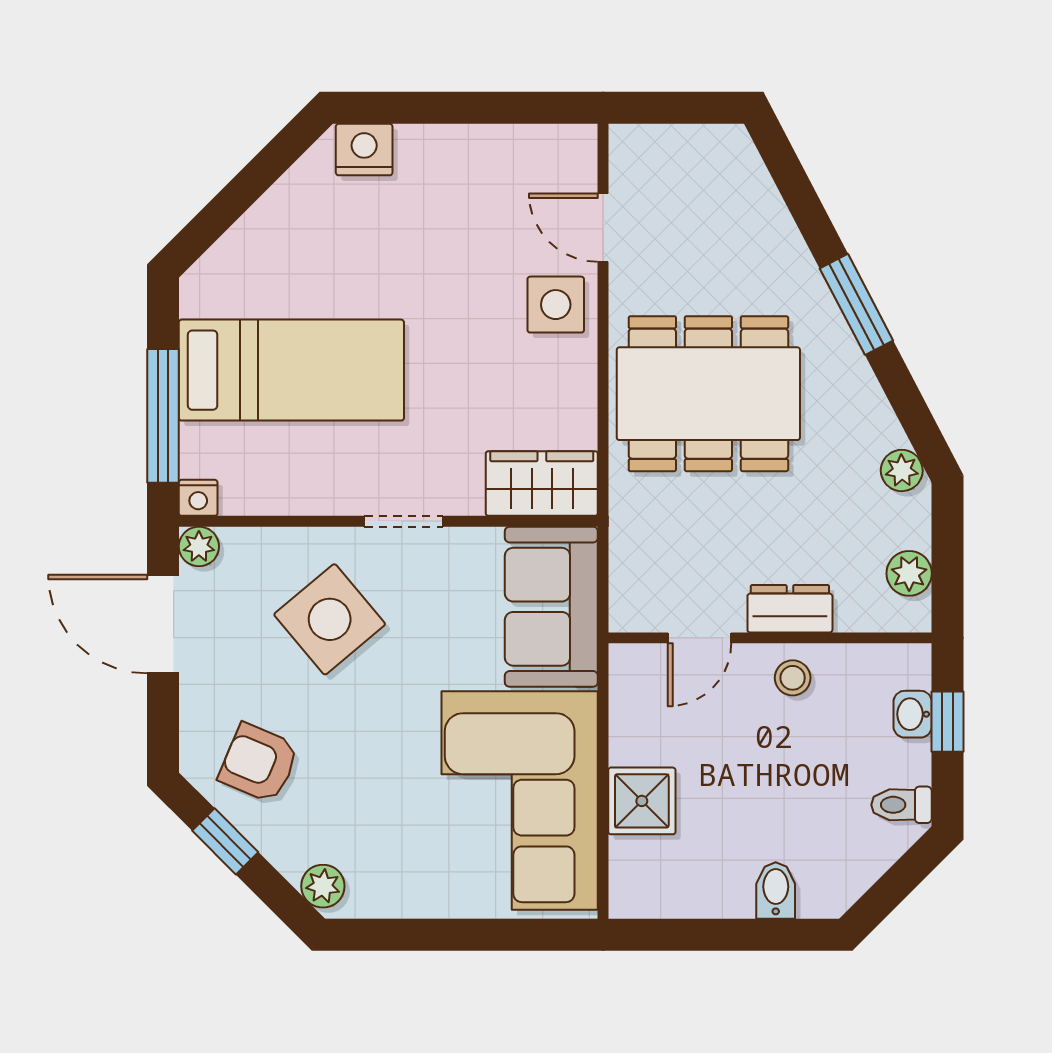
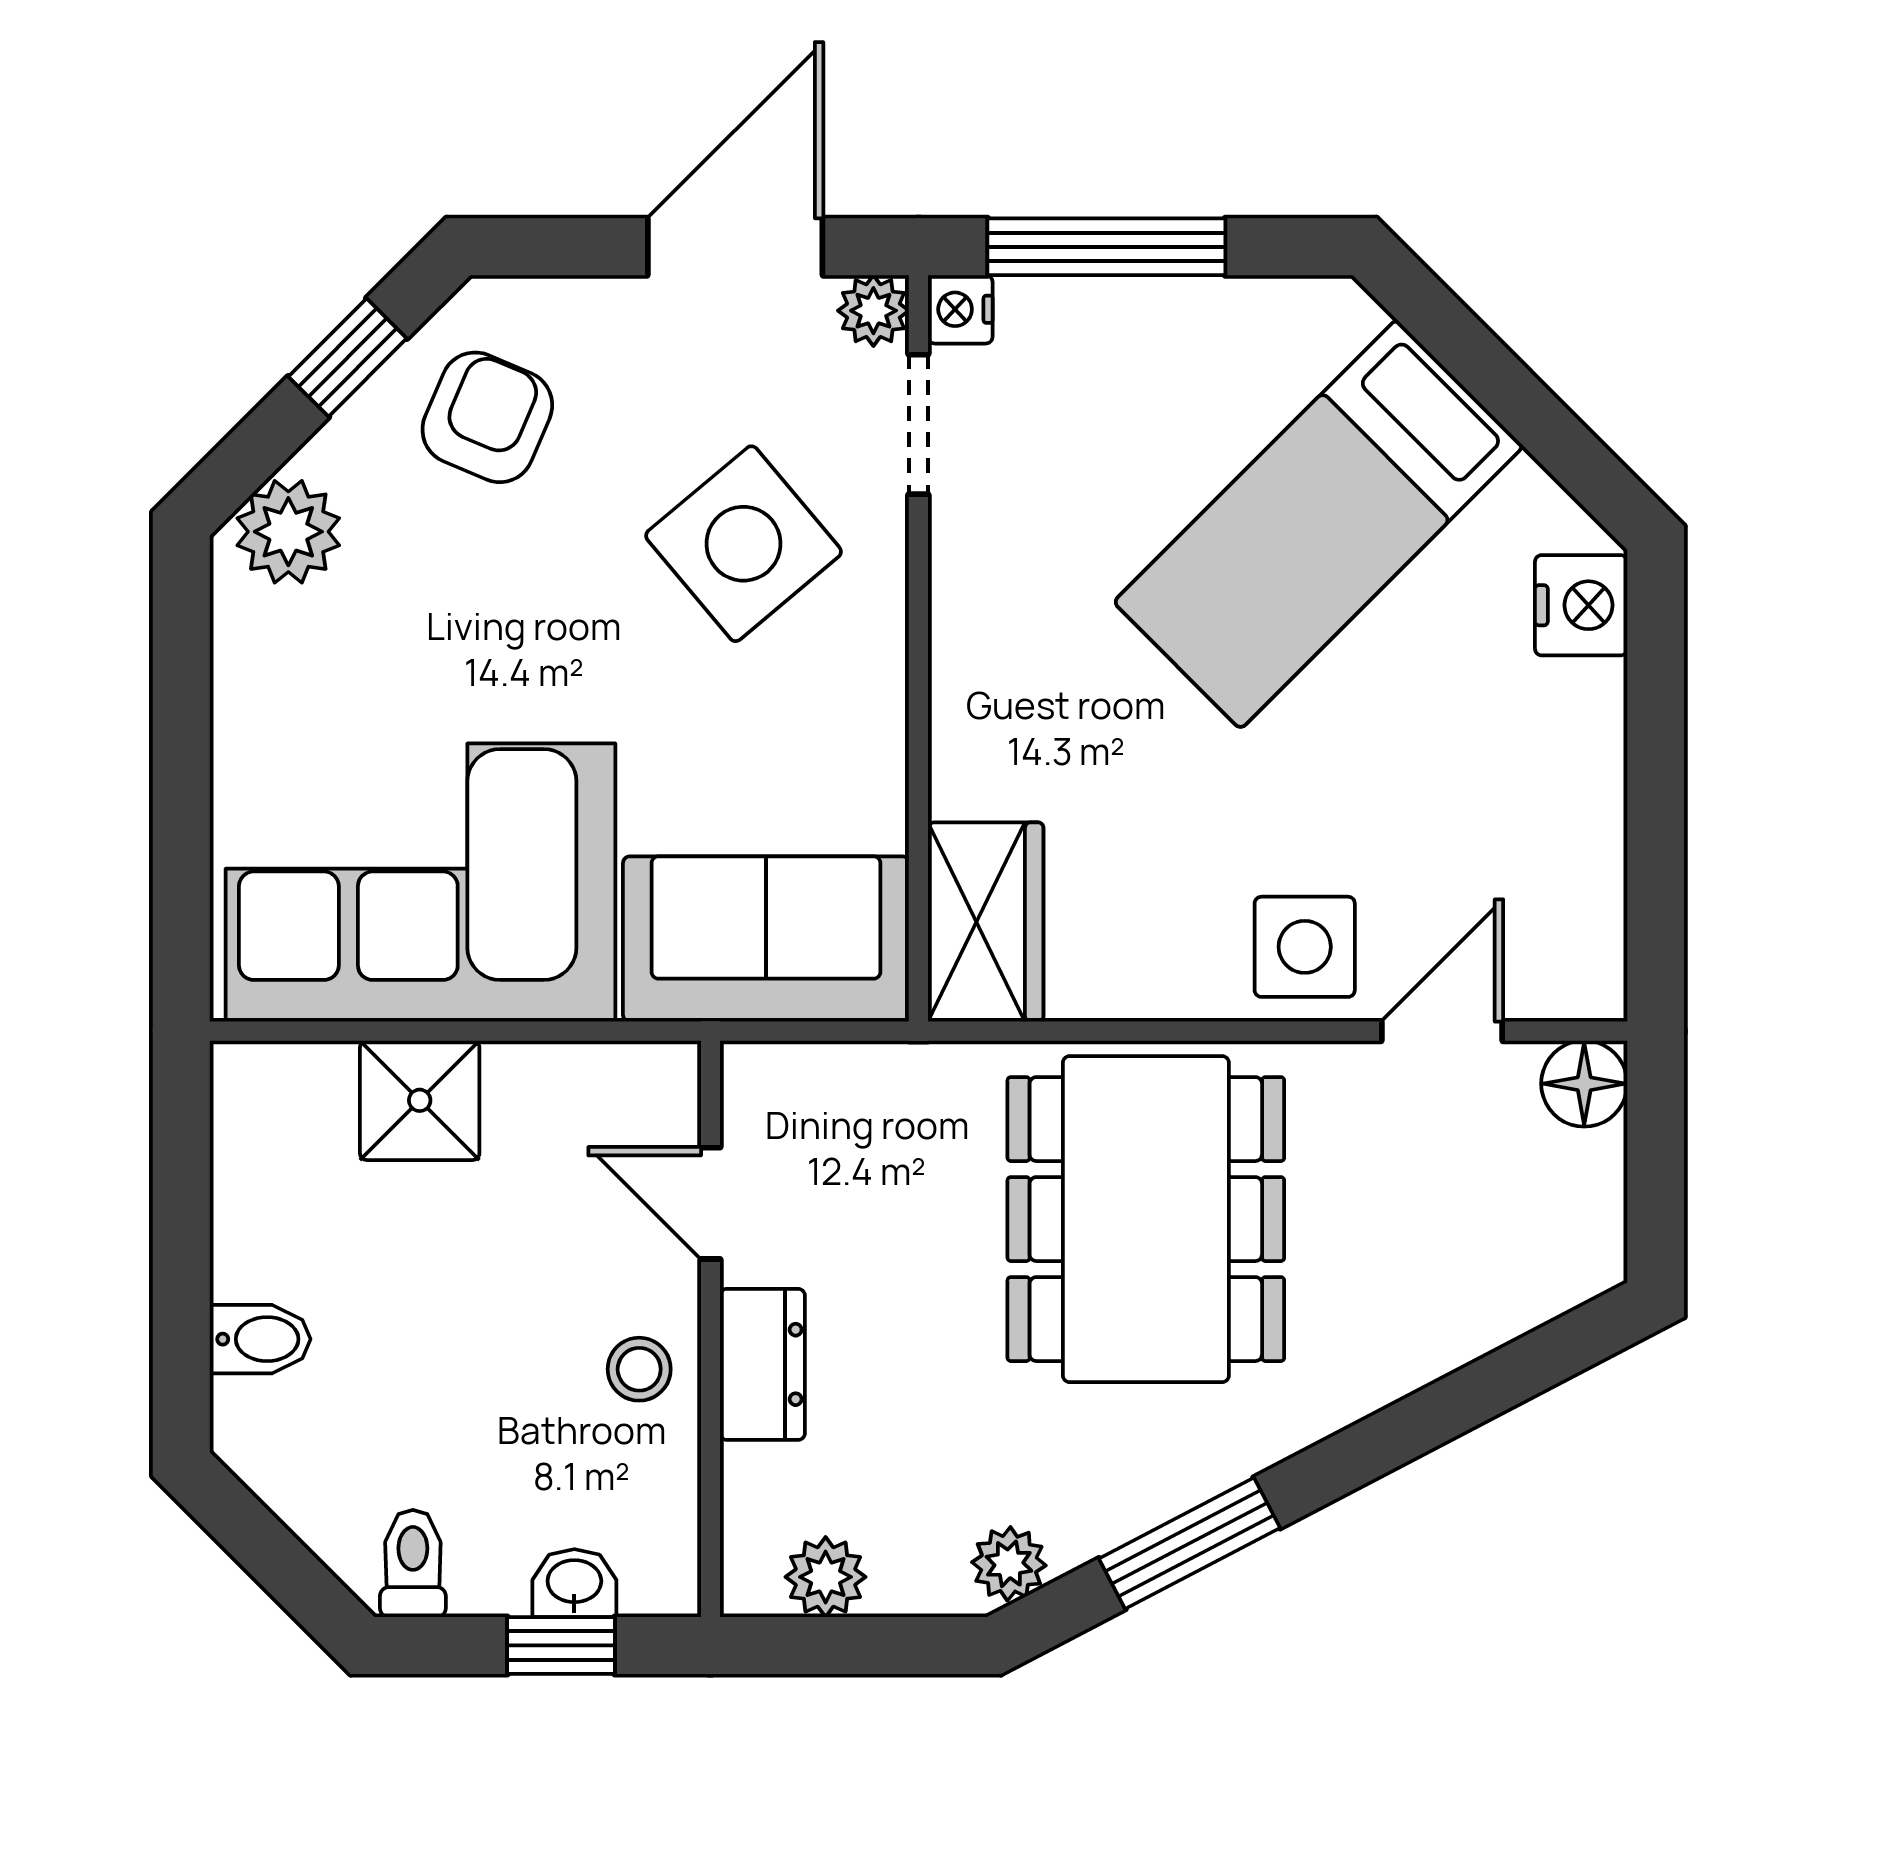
floor lamp: (632, 148) -> (1584, 1084), added
window: (856, 304) -> (1190, 1543), moved
bed: (291, 370) -> (1318, 524), moved, turned 45
doorway: (404, 521) -> (918, 424), moved
plant: (323, 886) -> (288, 532), width x1.38, depth x1.38

